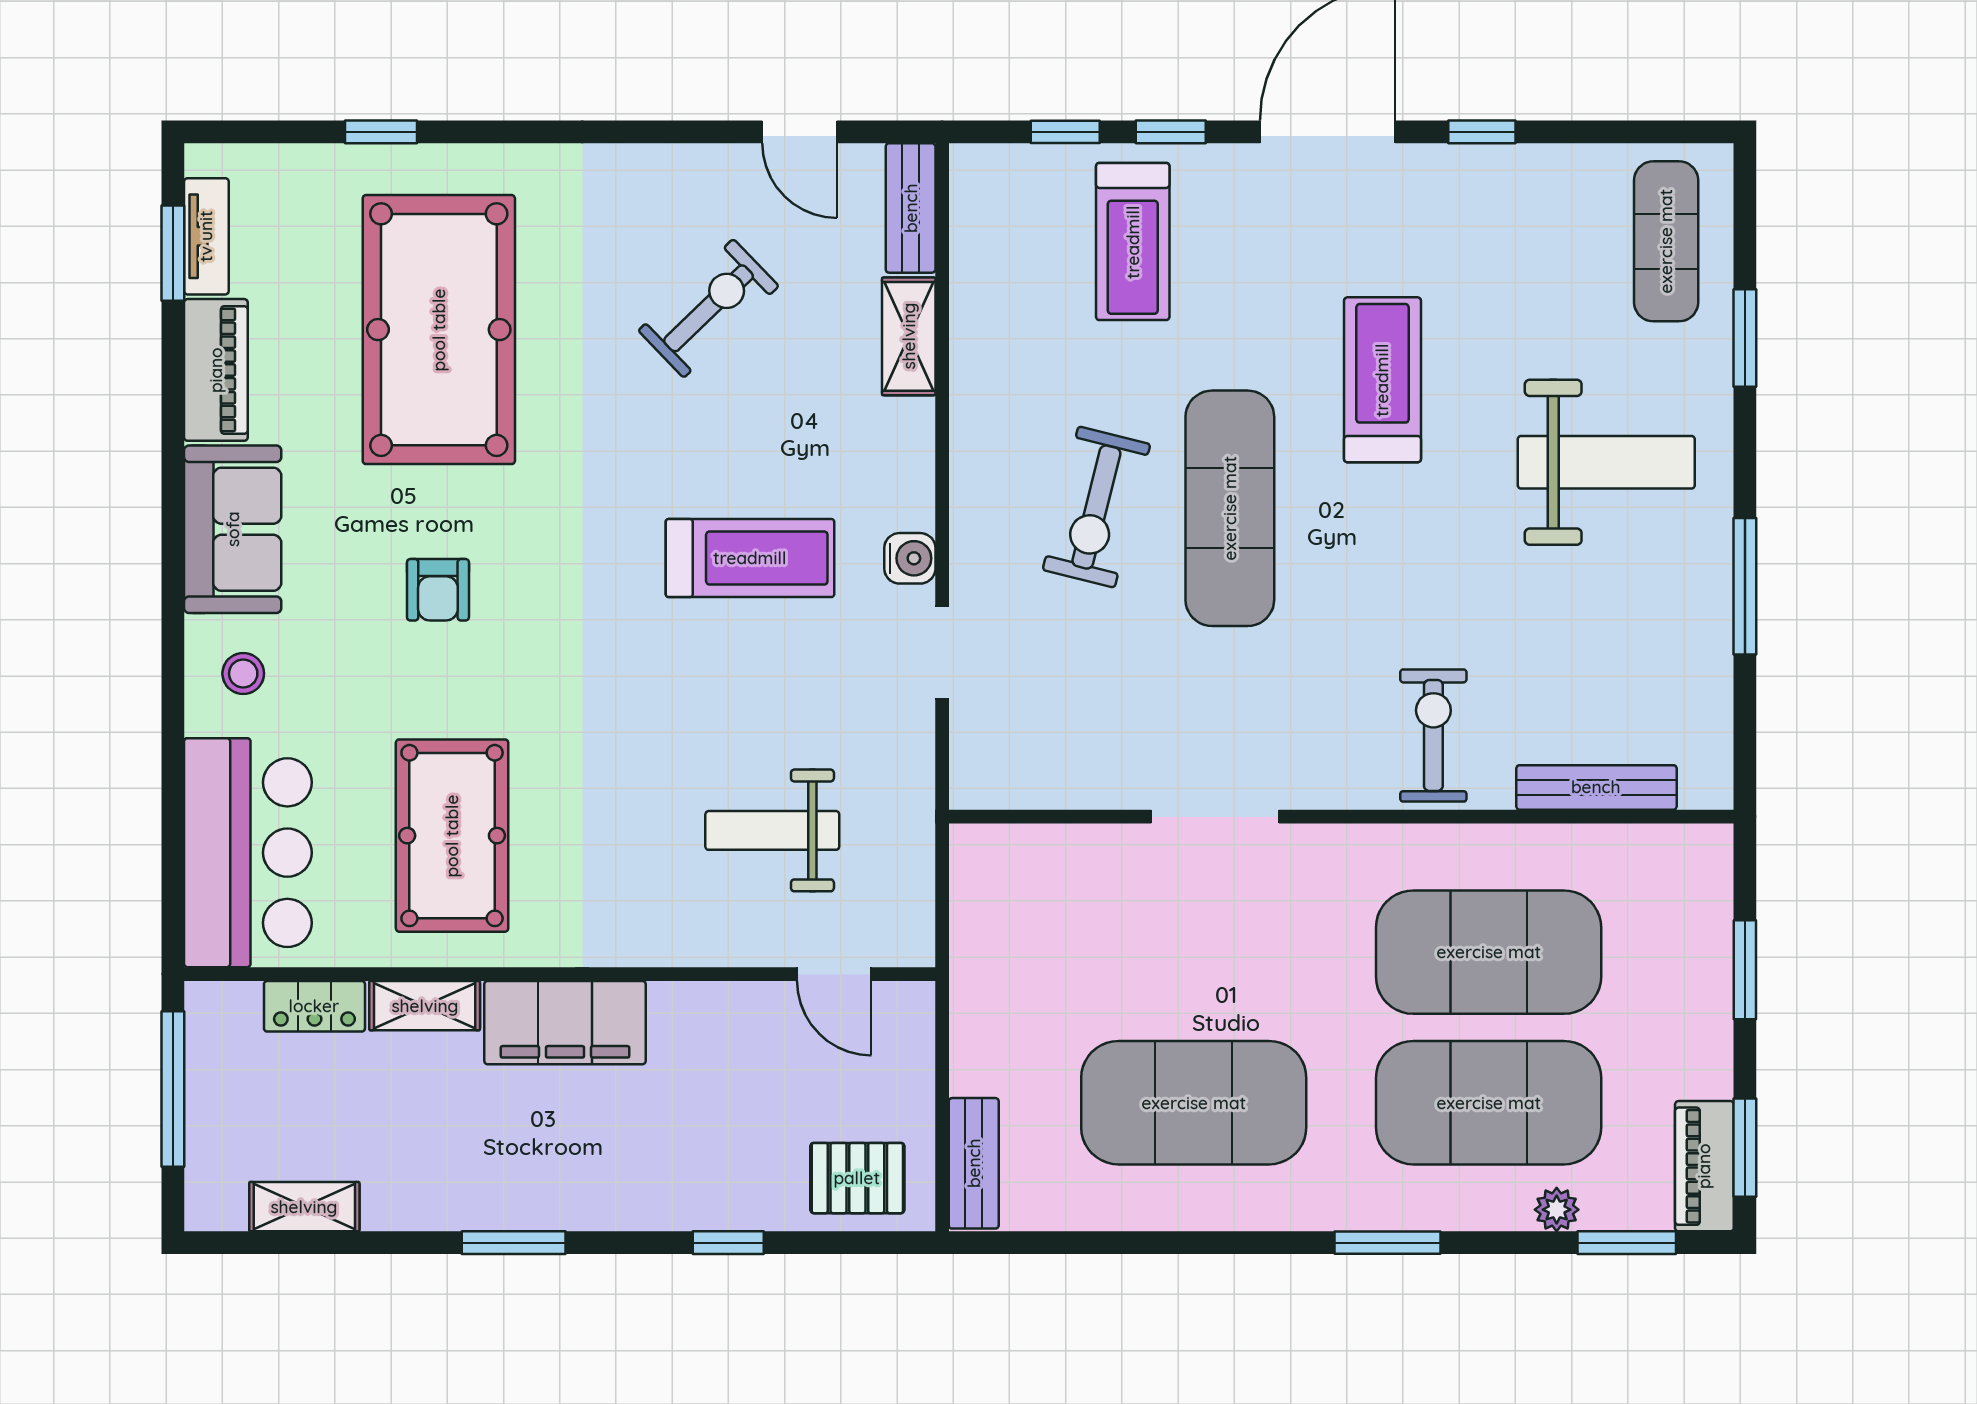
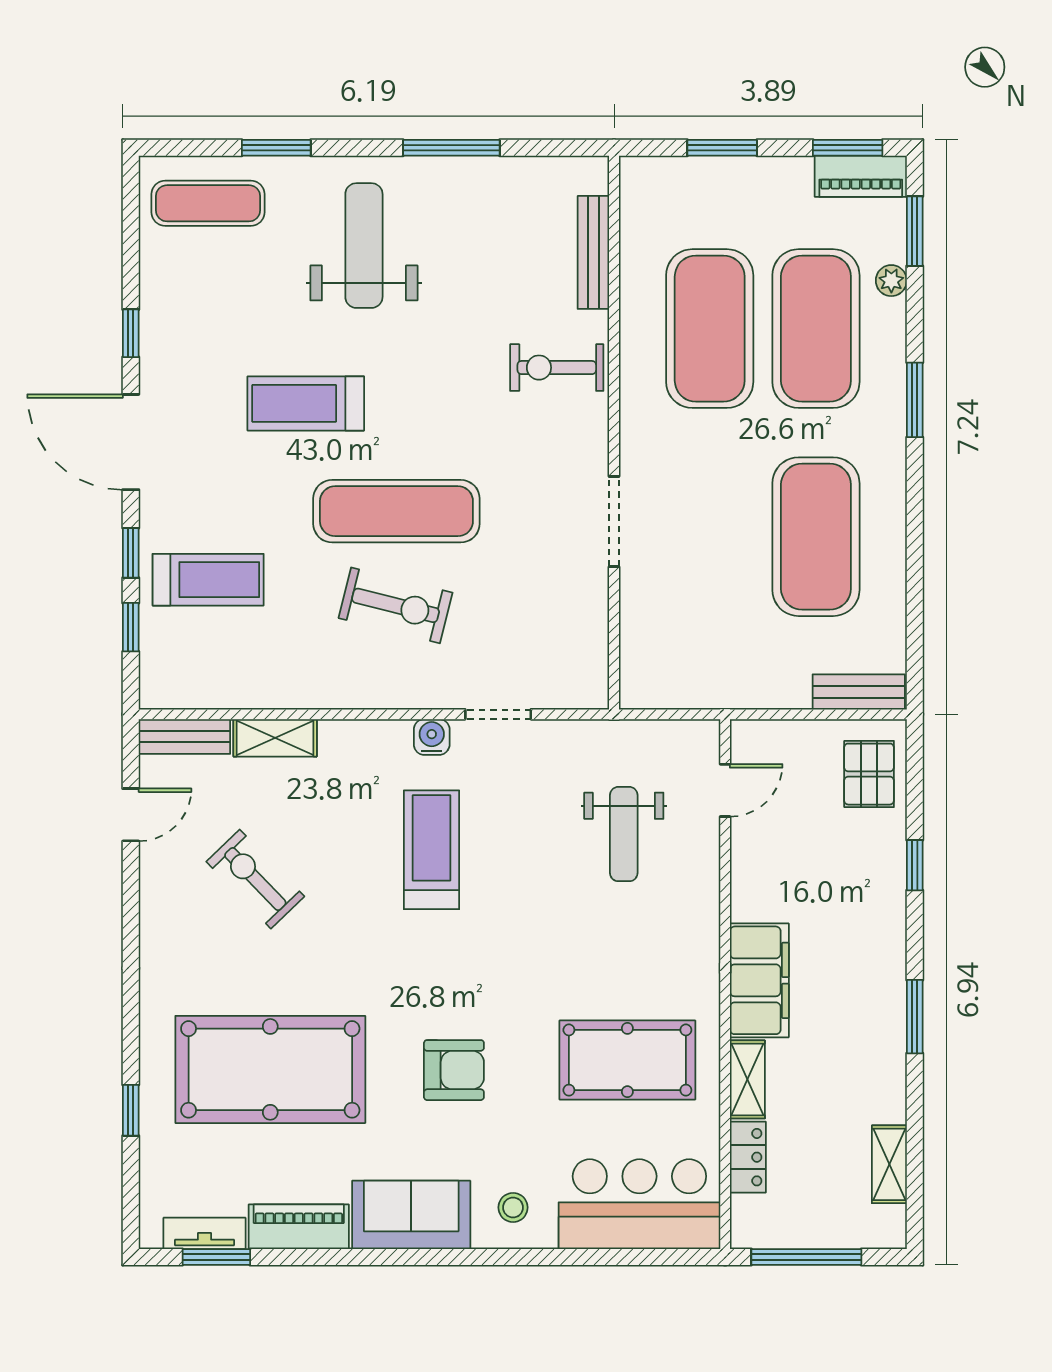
armchair: (438, 590) -> (454, 1070), width x1.38, depth x1.38

